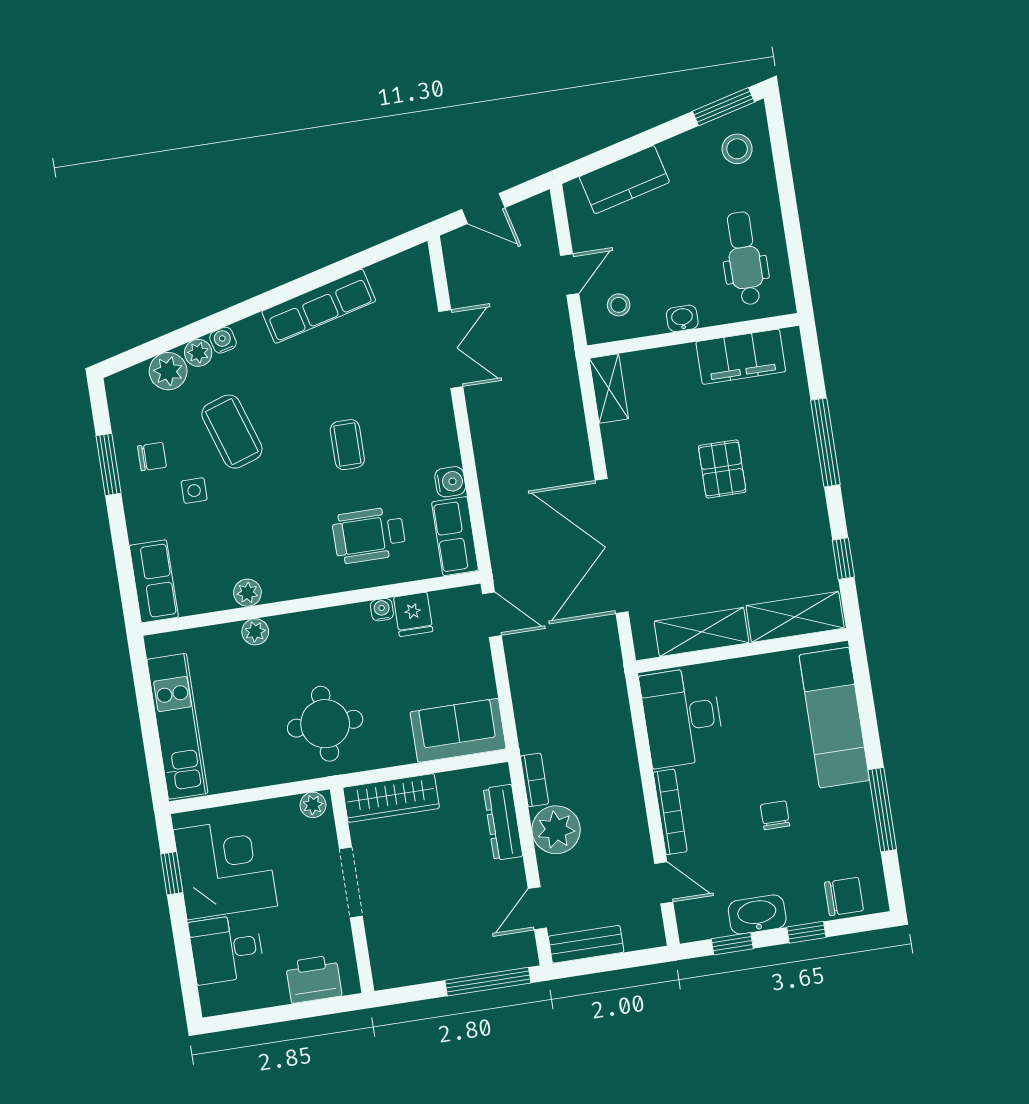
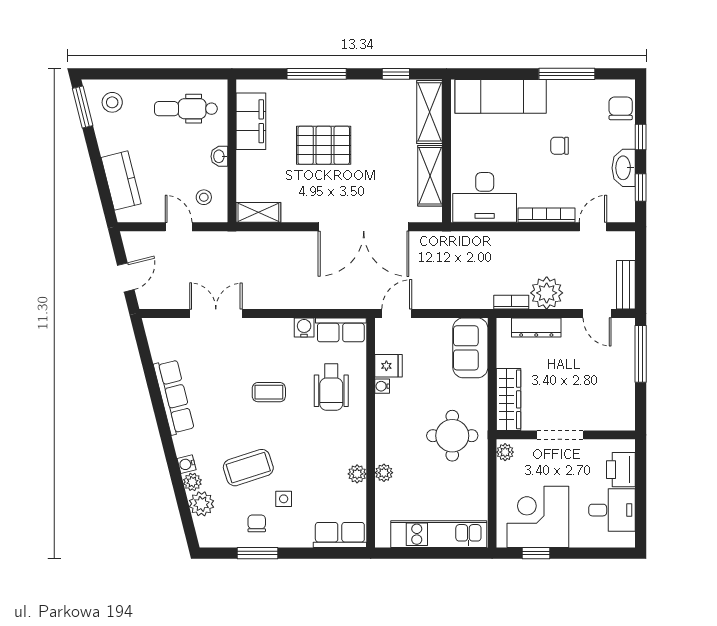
pallet: (722, 469) -> (324, 145), width x1.50, depth x1.42
desk: (226, 949) -> (612, 510), moved, turned -90

